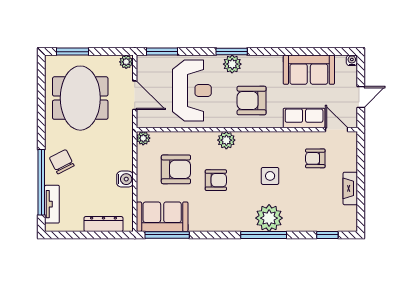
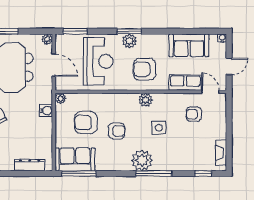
plant: (226, 140) -> (145, 100), moved
armchair: (176, 169) -> (86, 123), turned 180
water cooler: (125, 179) -> (46, 111), moved
fireplace: (350, 188) -> (221, 153), moved
plant: (269, 218) -> (142, 160), moved

